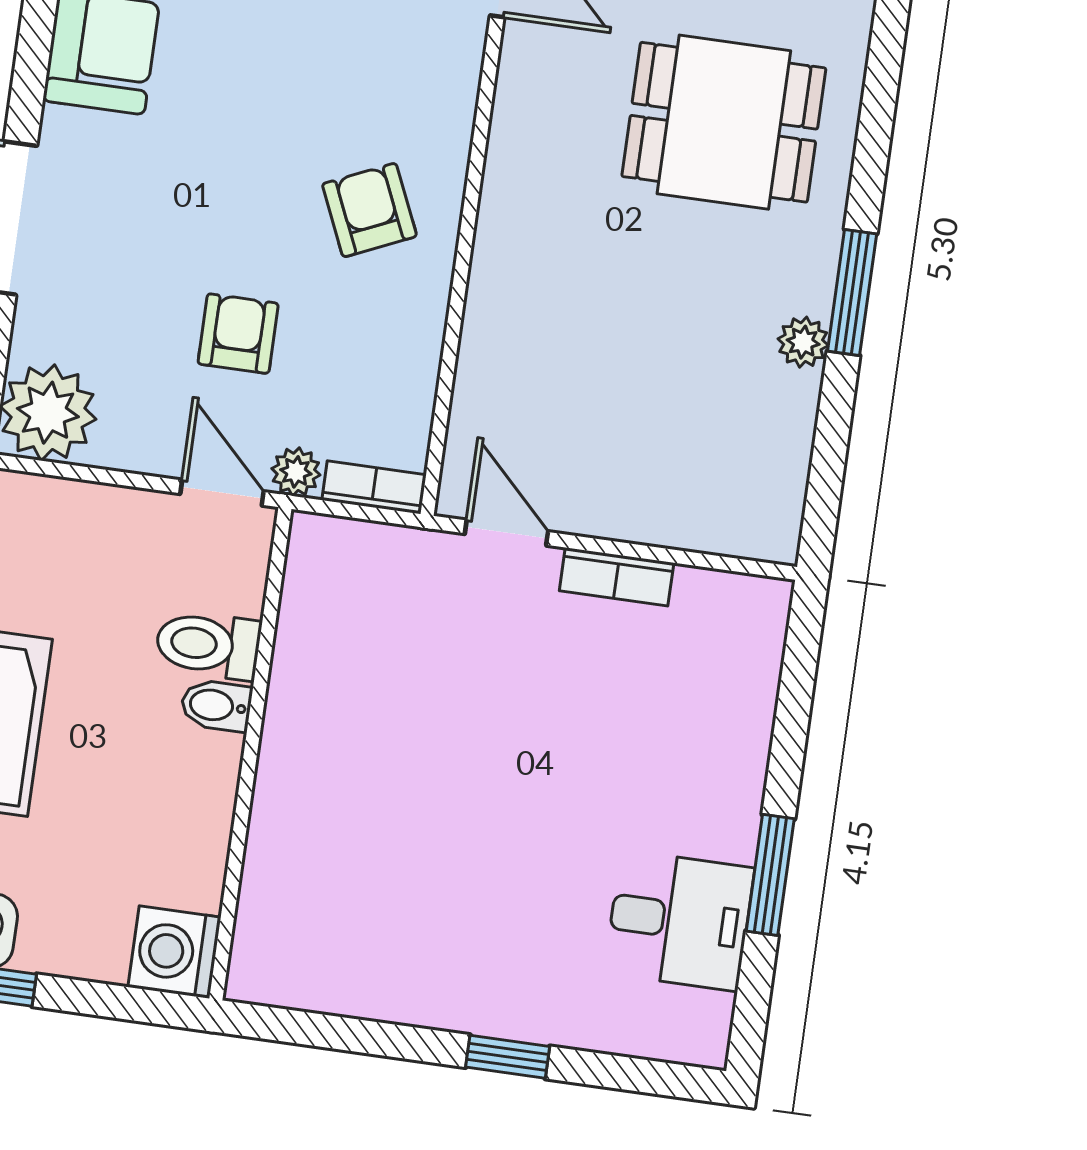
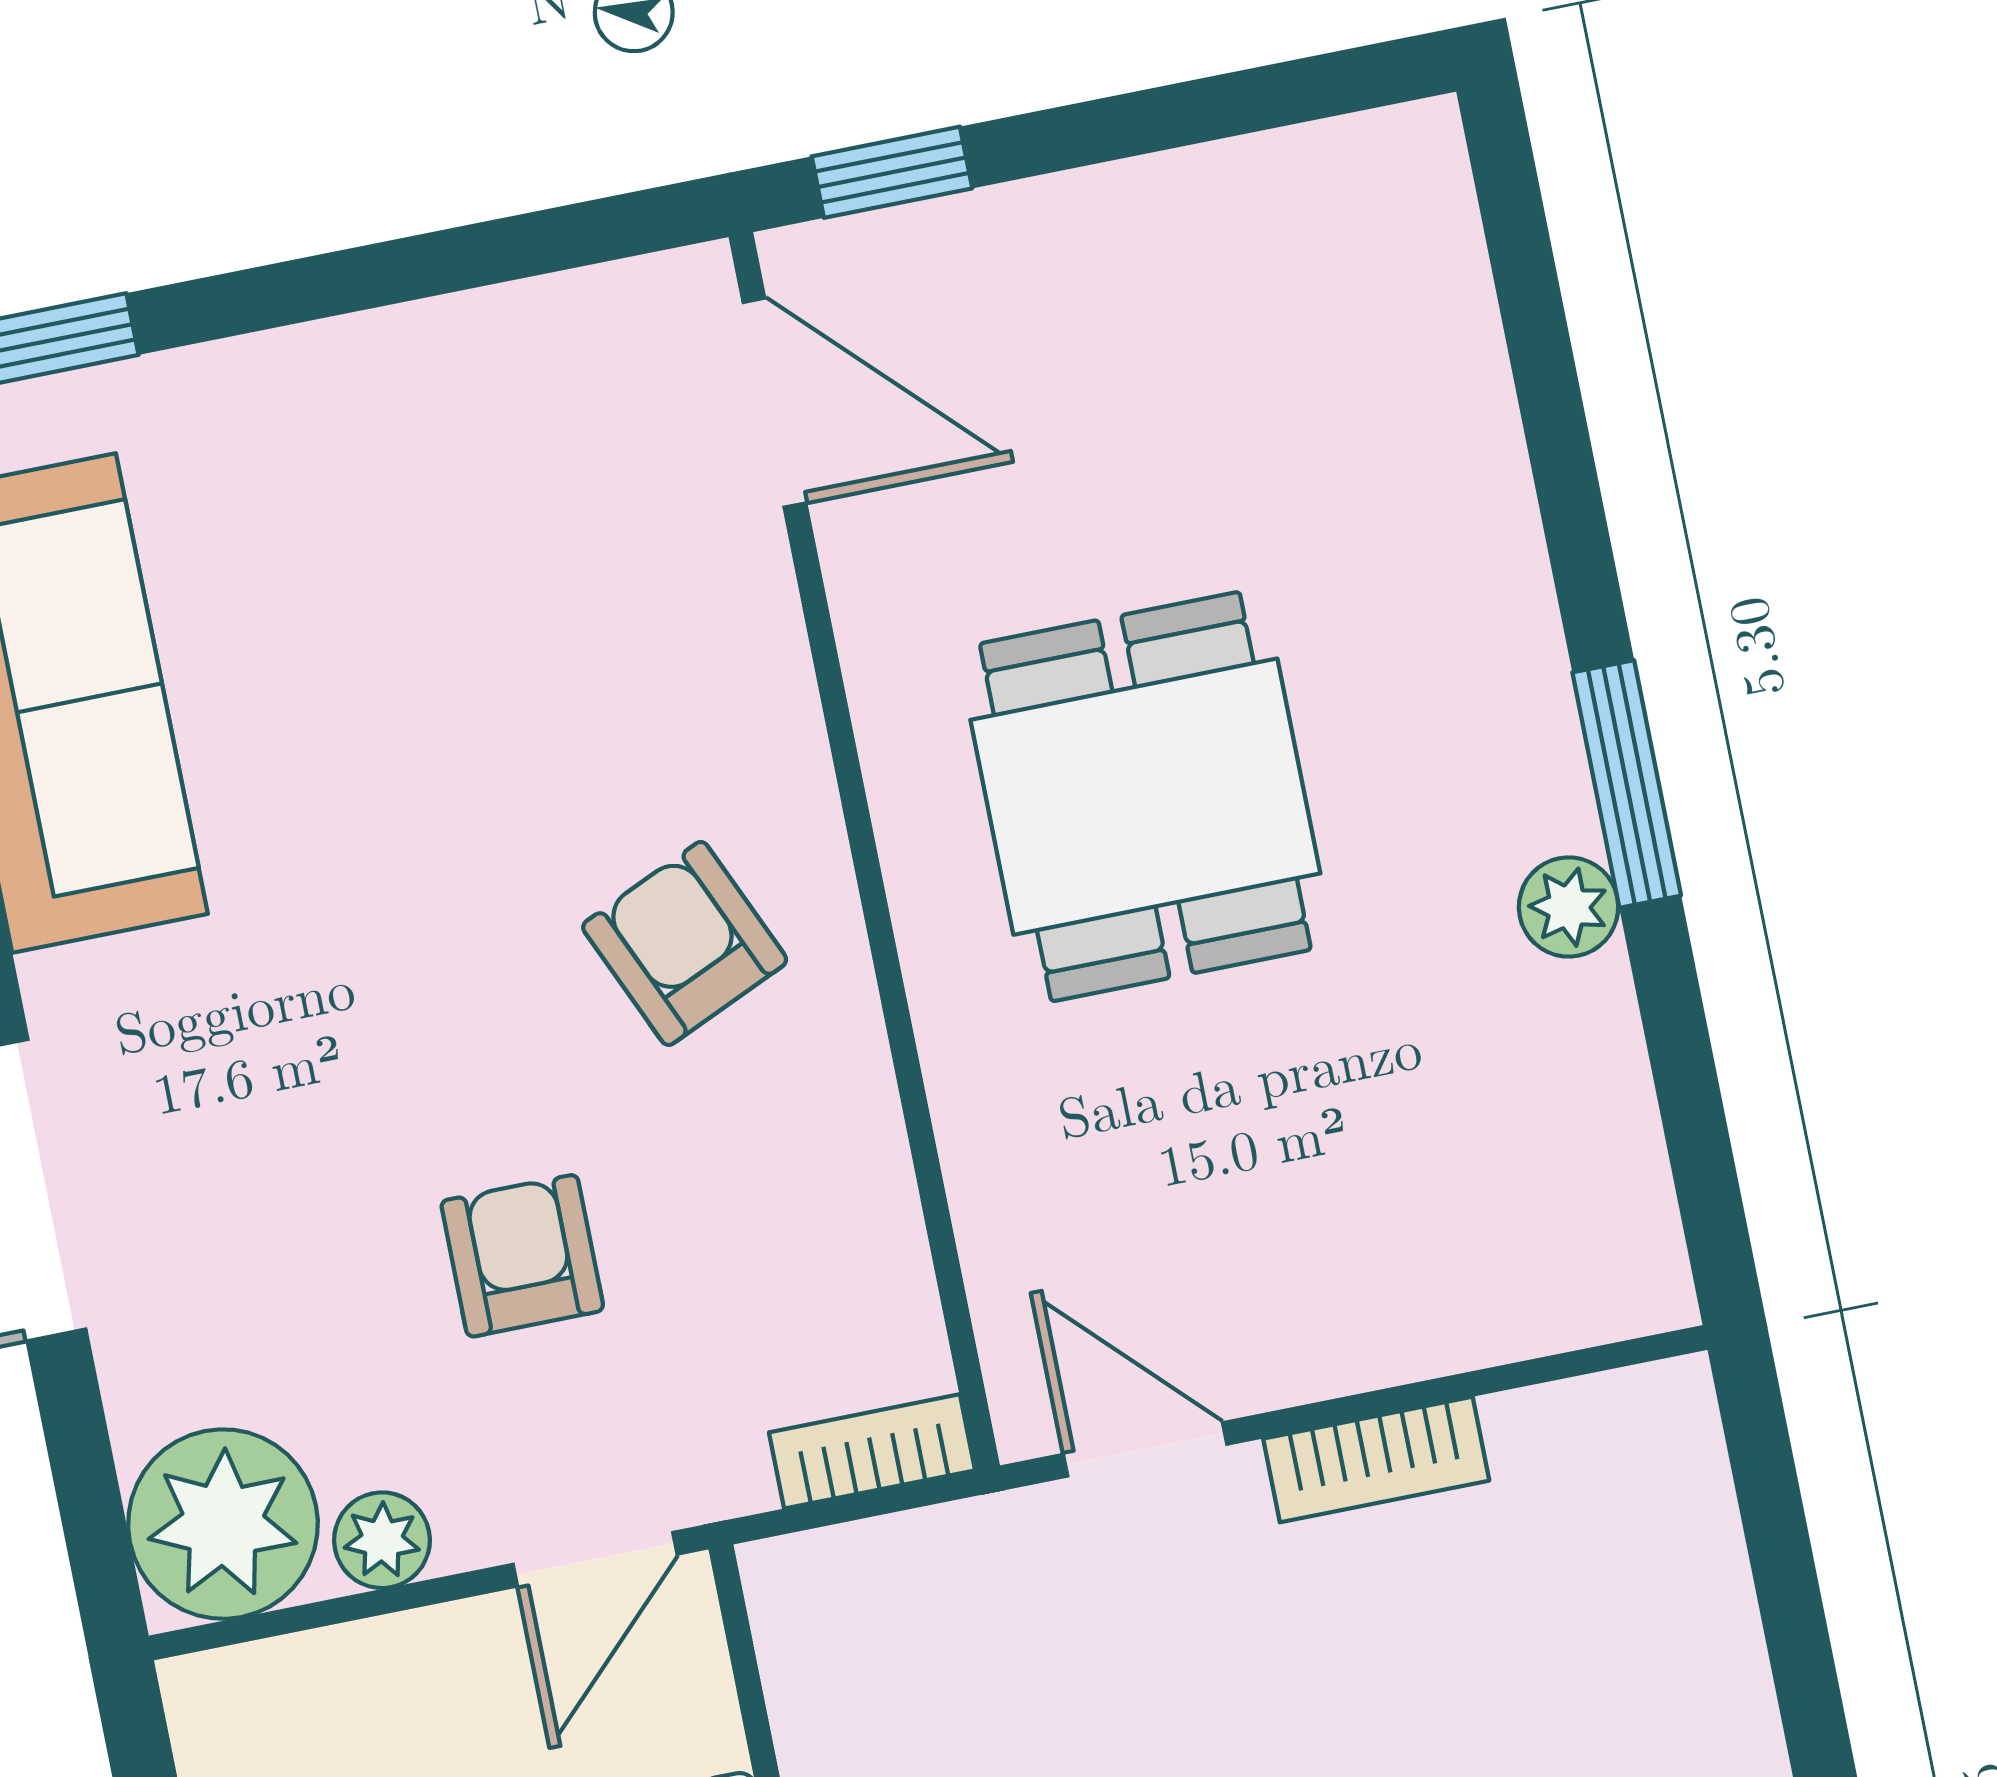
dining table: (724, 122) -> (1145, 797), moved, turned 90
plant: (296, 472) -> (382, 1540), moved
door: (222, 493) -> (595, 1559), swing flipped

